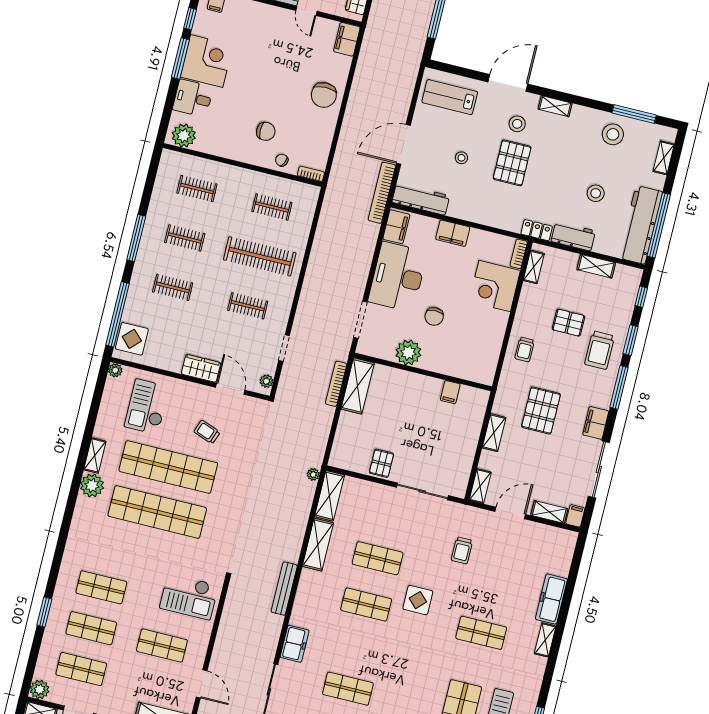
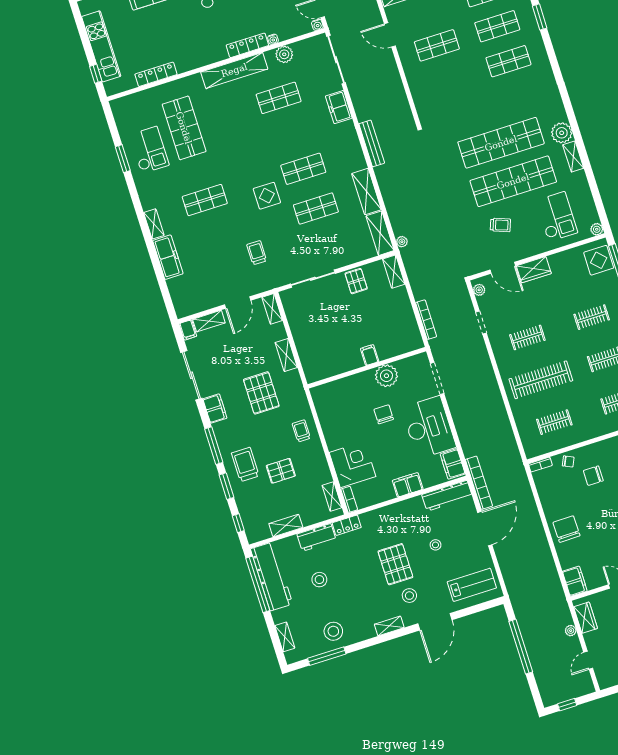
shelving: (358, 386) -> (394, 272), moved, width x0.67, depth x0.75
filing cabinet: (450, 392) -> (370, 355), moved
checkout: (189, 596) -> (439, 94), removed

